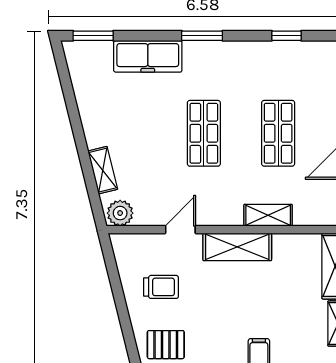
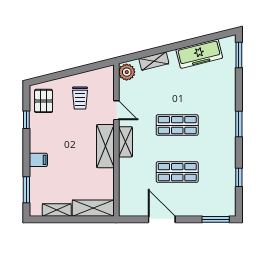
freezer: (148, 56) -> (199, 54), moved, turned -104
shelving: (268, 215) -> (125, 142), moved

